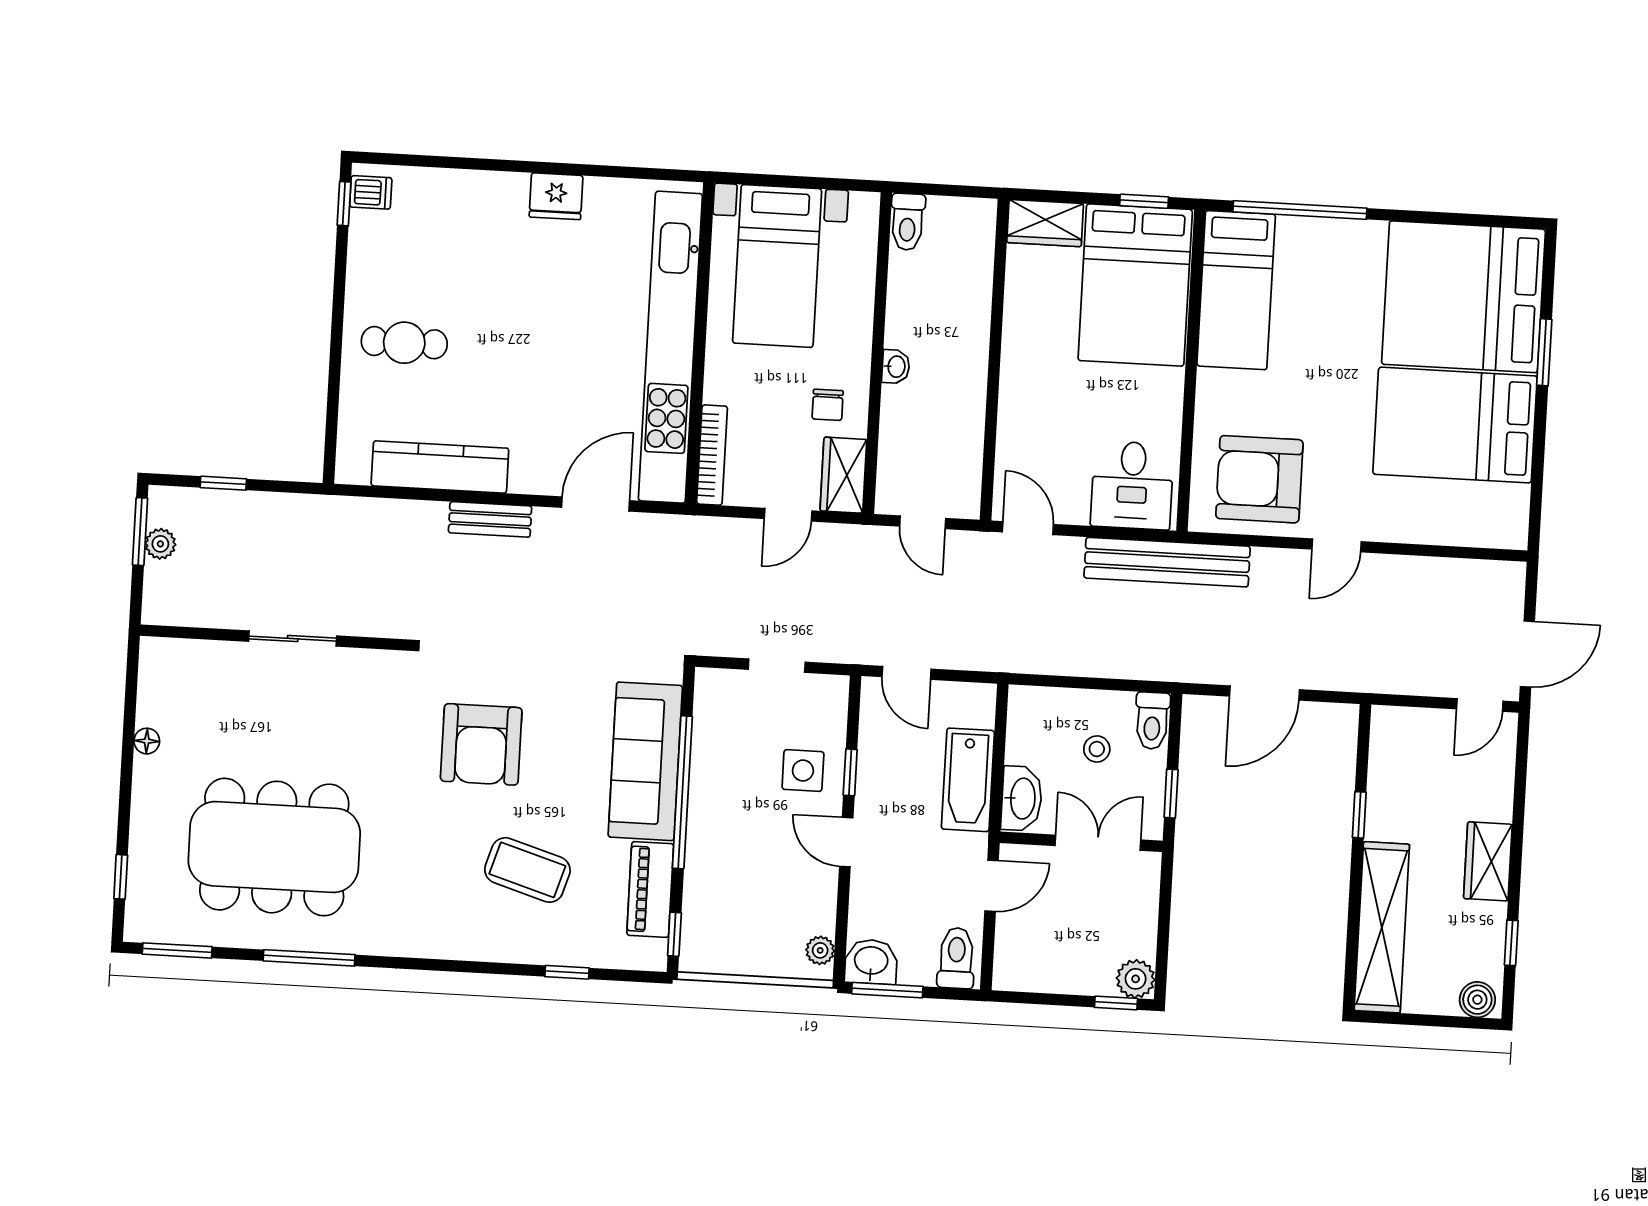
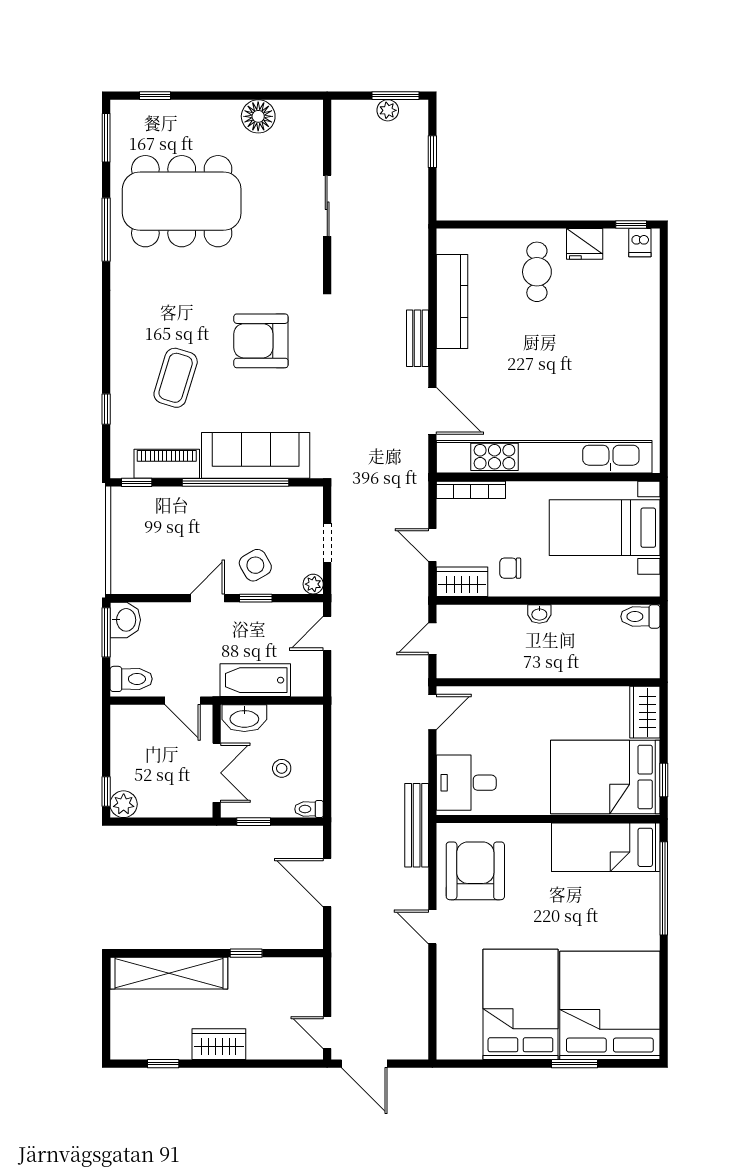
fridge: (556, 196) -> (585, 244), moved, turned -90
bench: (1167, 562) -> (417, 825), width x0.73, depth x0.82
toilet: (1152, 721) -> (309, 809), width x0.73, depth x0.72
floor lamp: (147, 741) -> (258, 116), width x1.89, depth x1.89
side table: (803, 771) -> (255, 565), turned -30
dining table: (274, 847) -> (182, 201), turned 90
plant: (820, 950) -> (313, 584), moved
boiler: (1477, 1000) -> (122, 1042), removed

